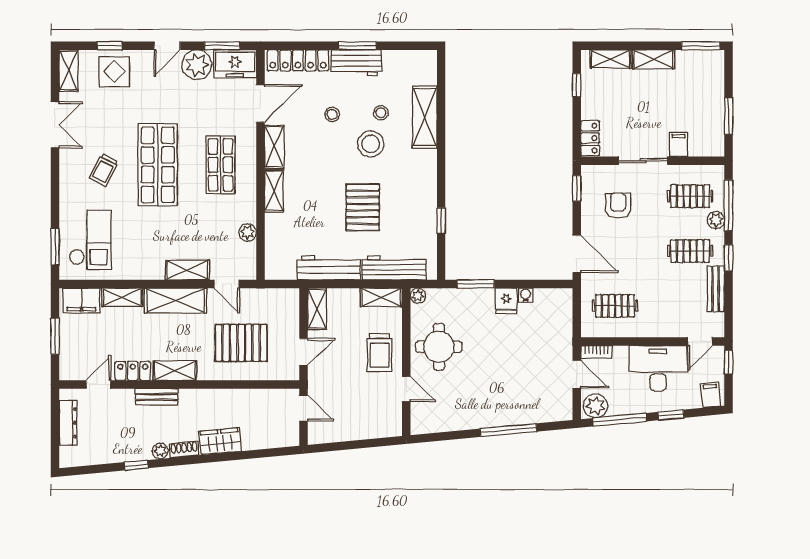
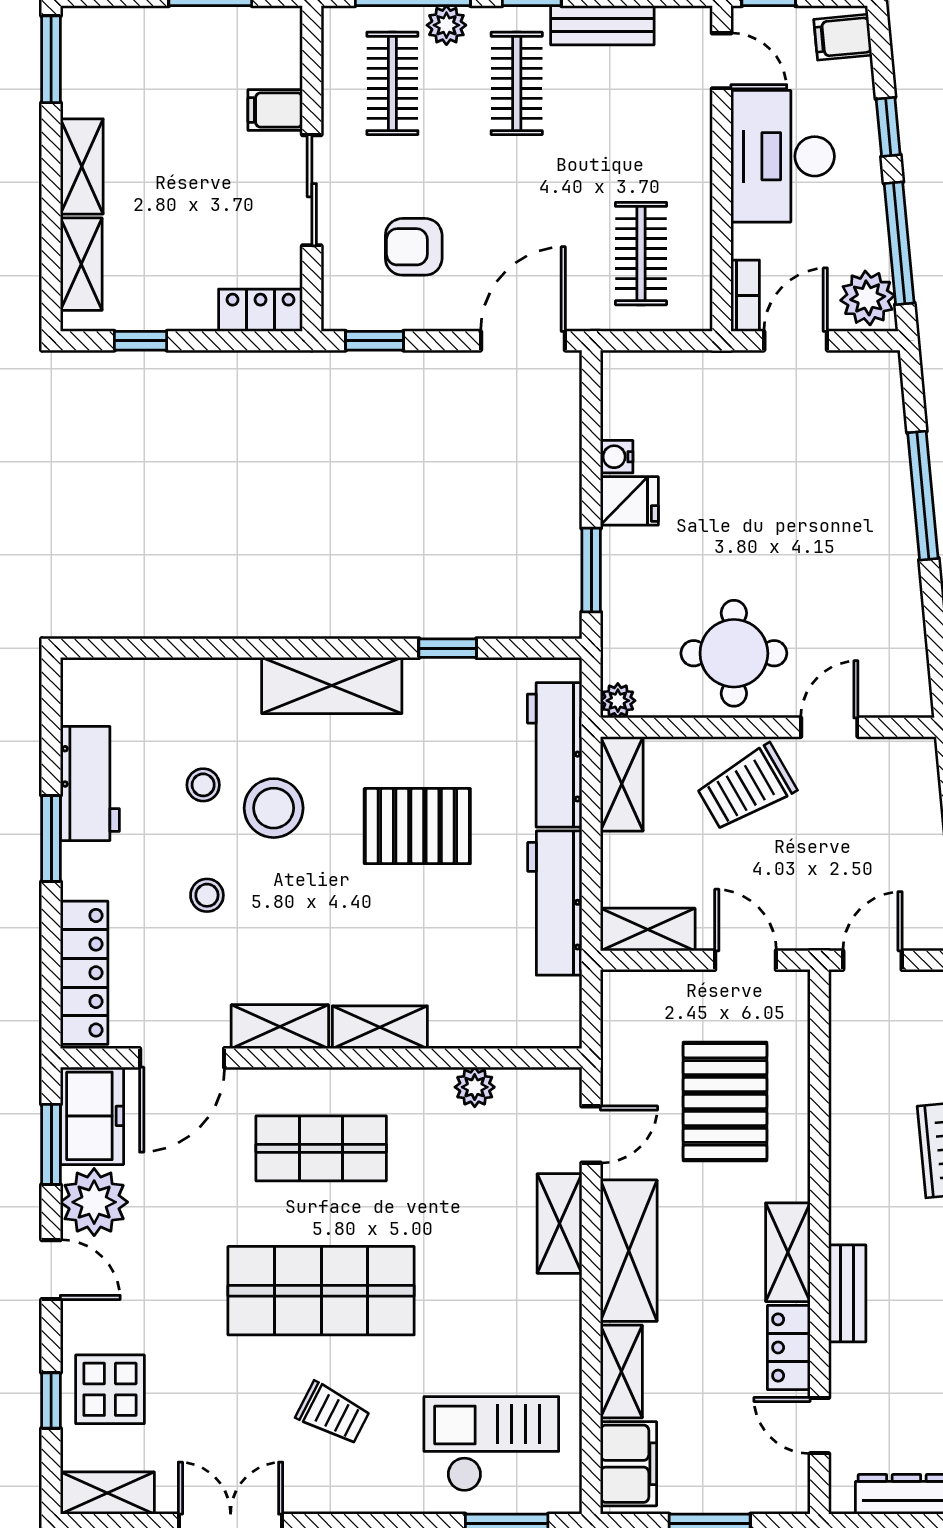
workbench: (356, 63) -> (90, 783), moved
door: (260, 104) -> (182, 1058), swing flipped
shelving: (425, 117) -> (332, 685), moved
trolley: (380, 352) -> (746, 788), turned 150

